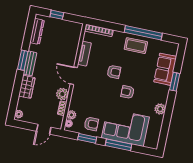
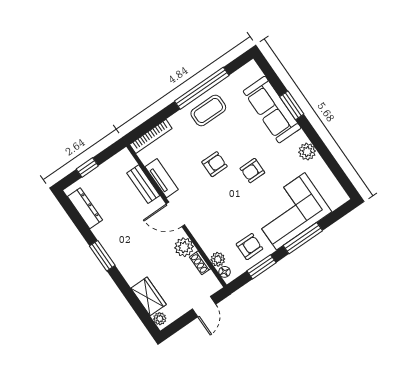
bench: (30, 63) -> (143, 184), moved
sofa: (165, 69) -> (272, 110), width x1.36
wardrobe: (27, 87) -> (149, 296), moved

